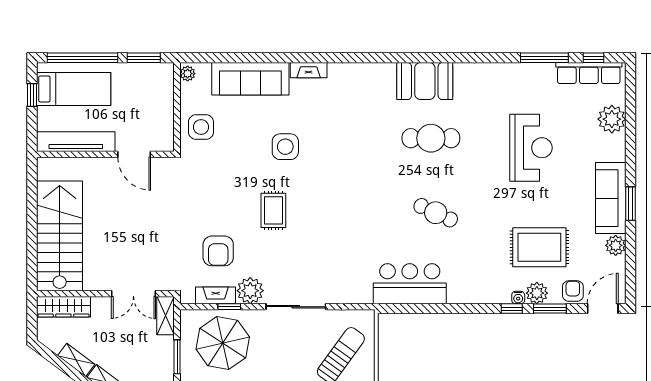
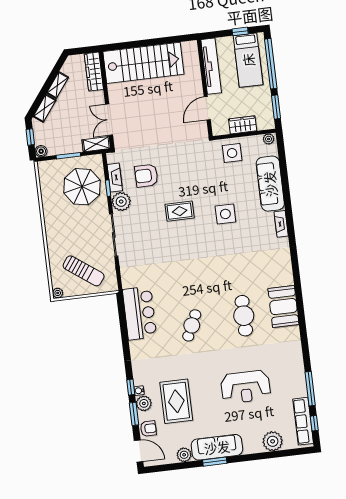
wardrobe: (163, 107) -> (243, 125), added

